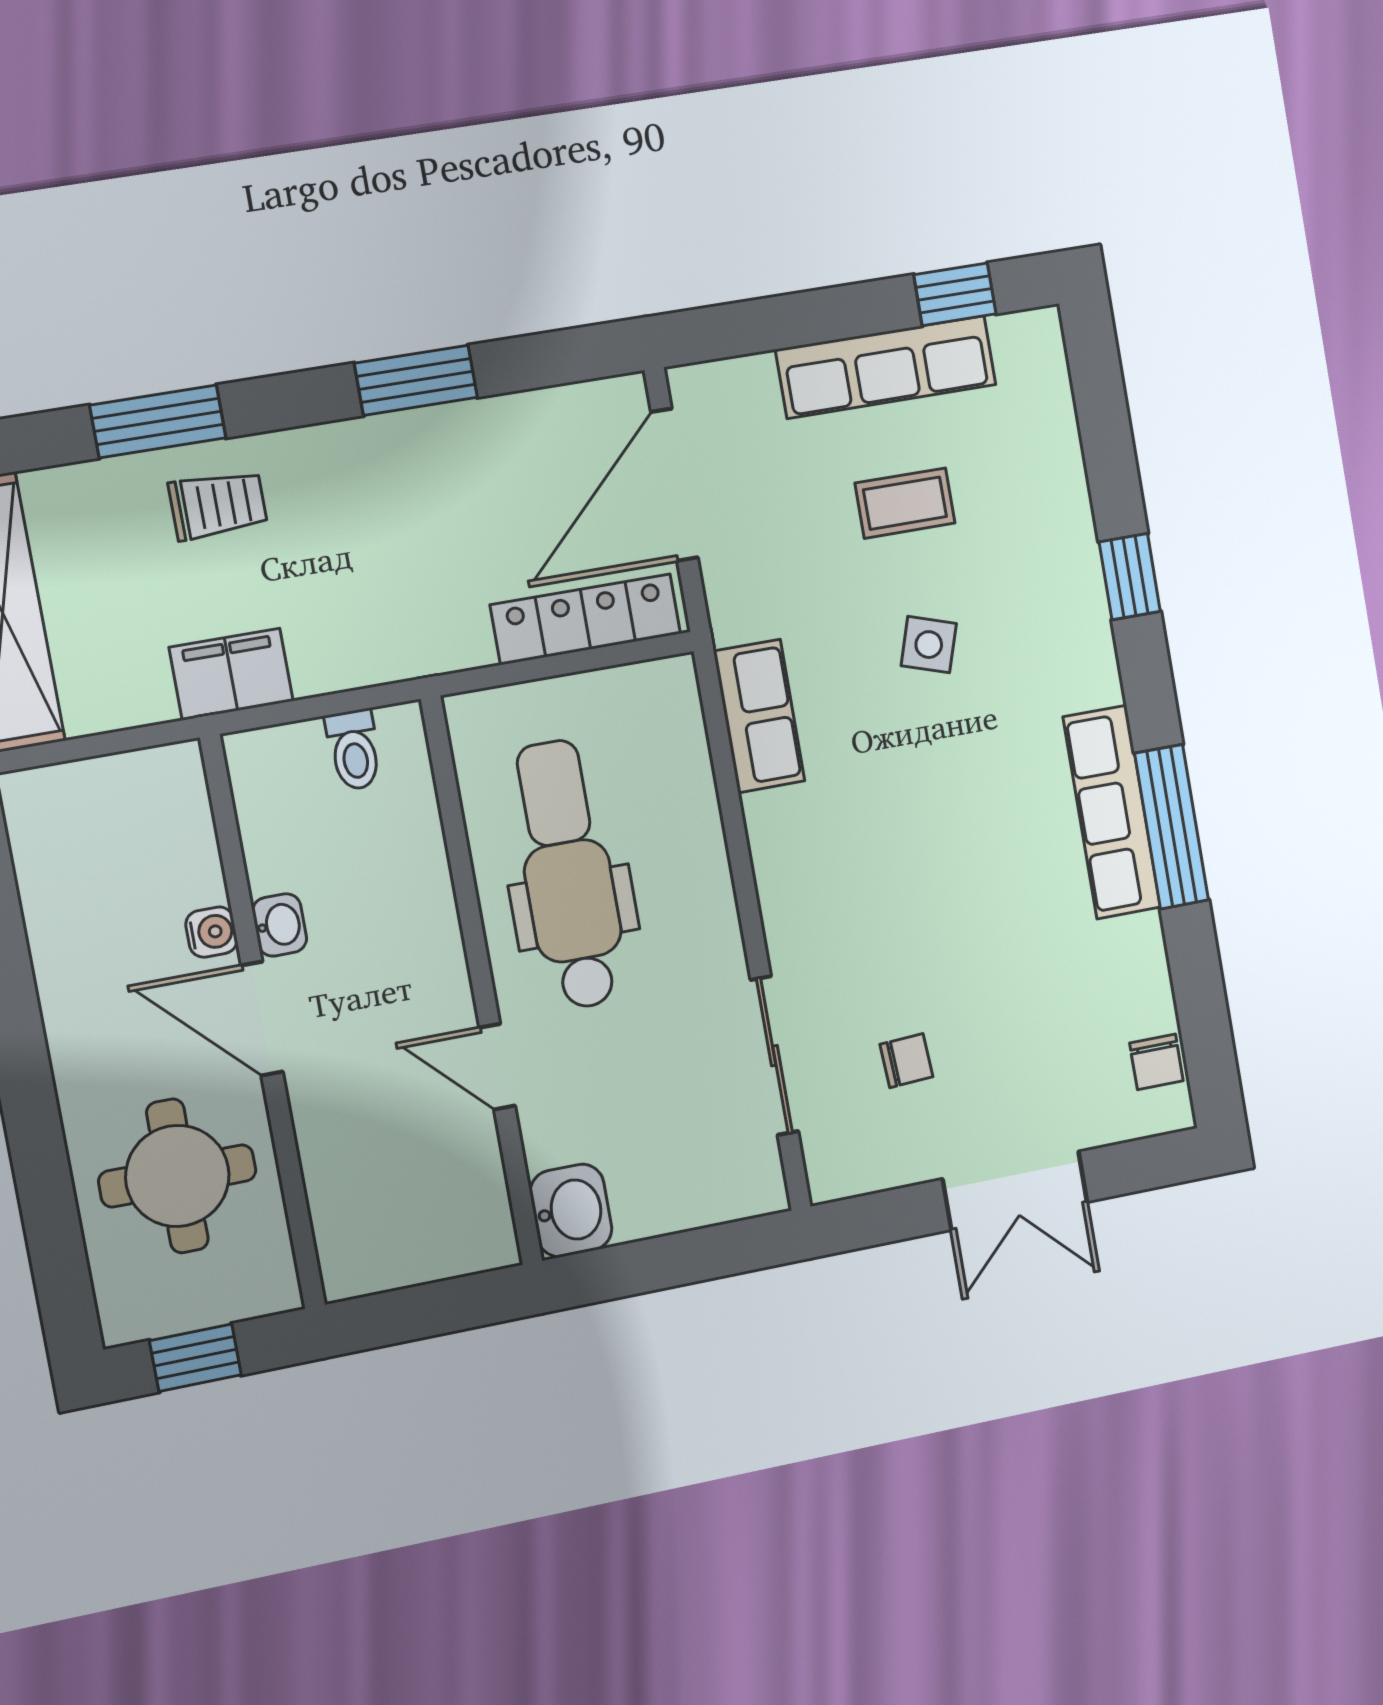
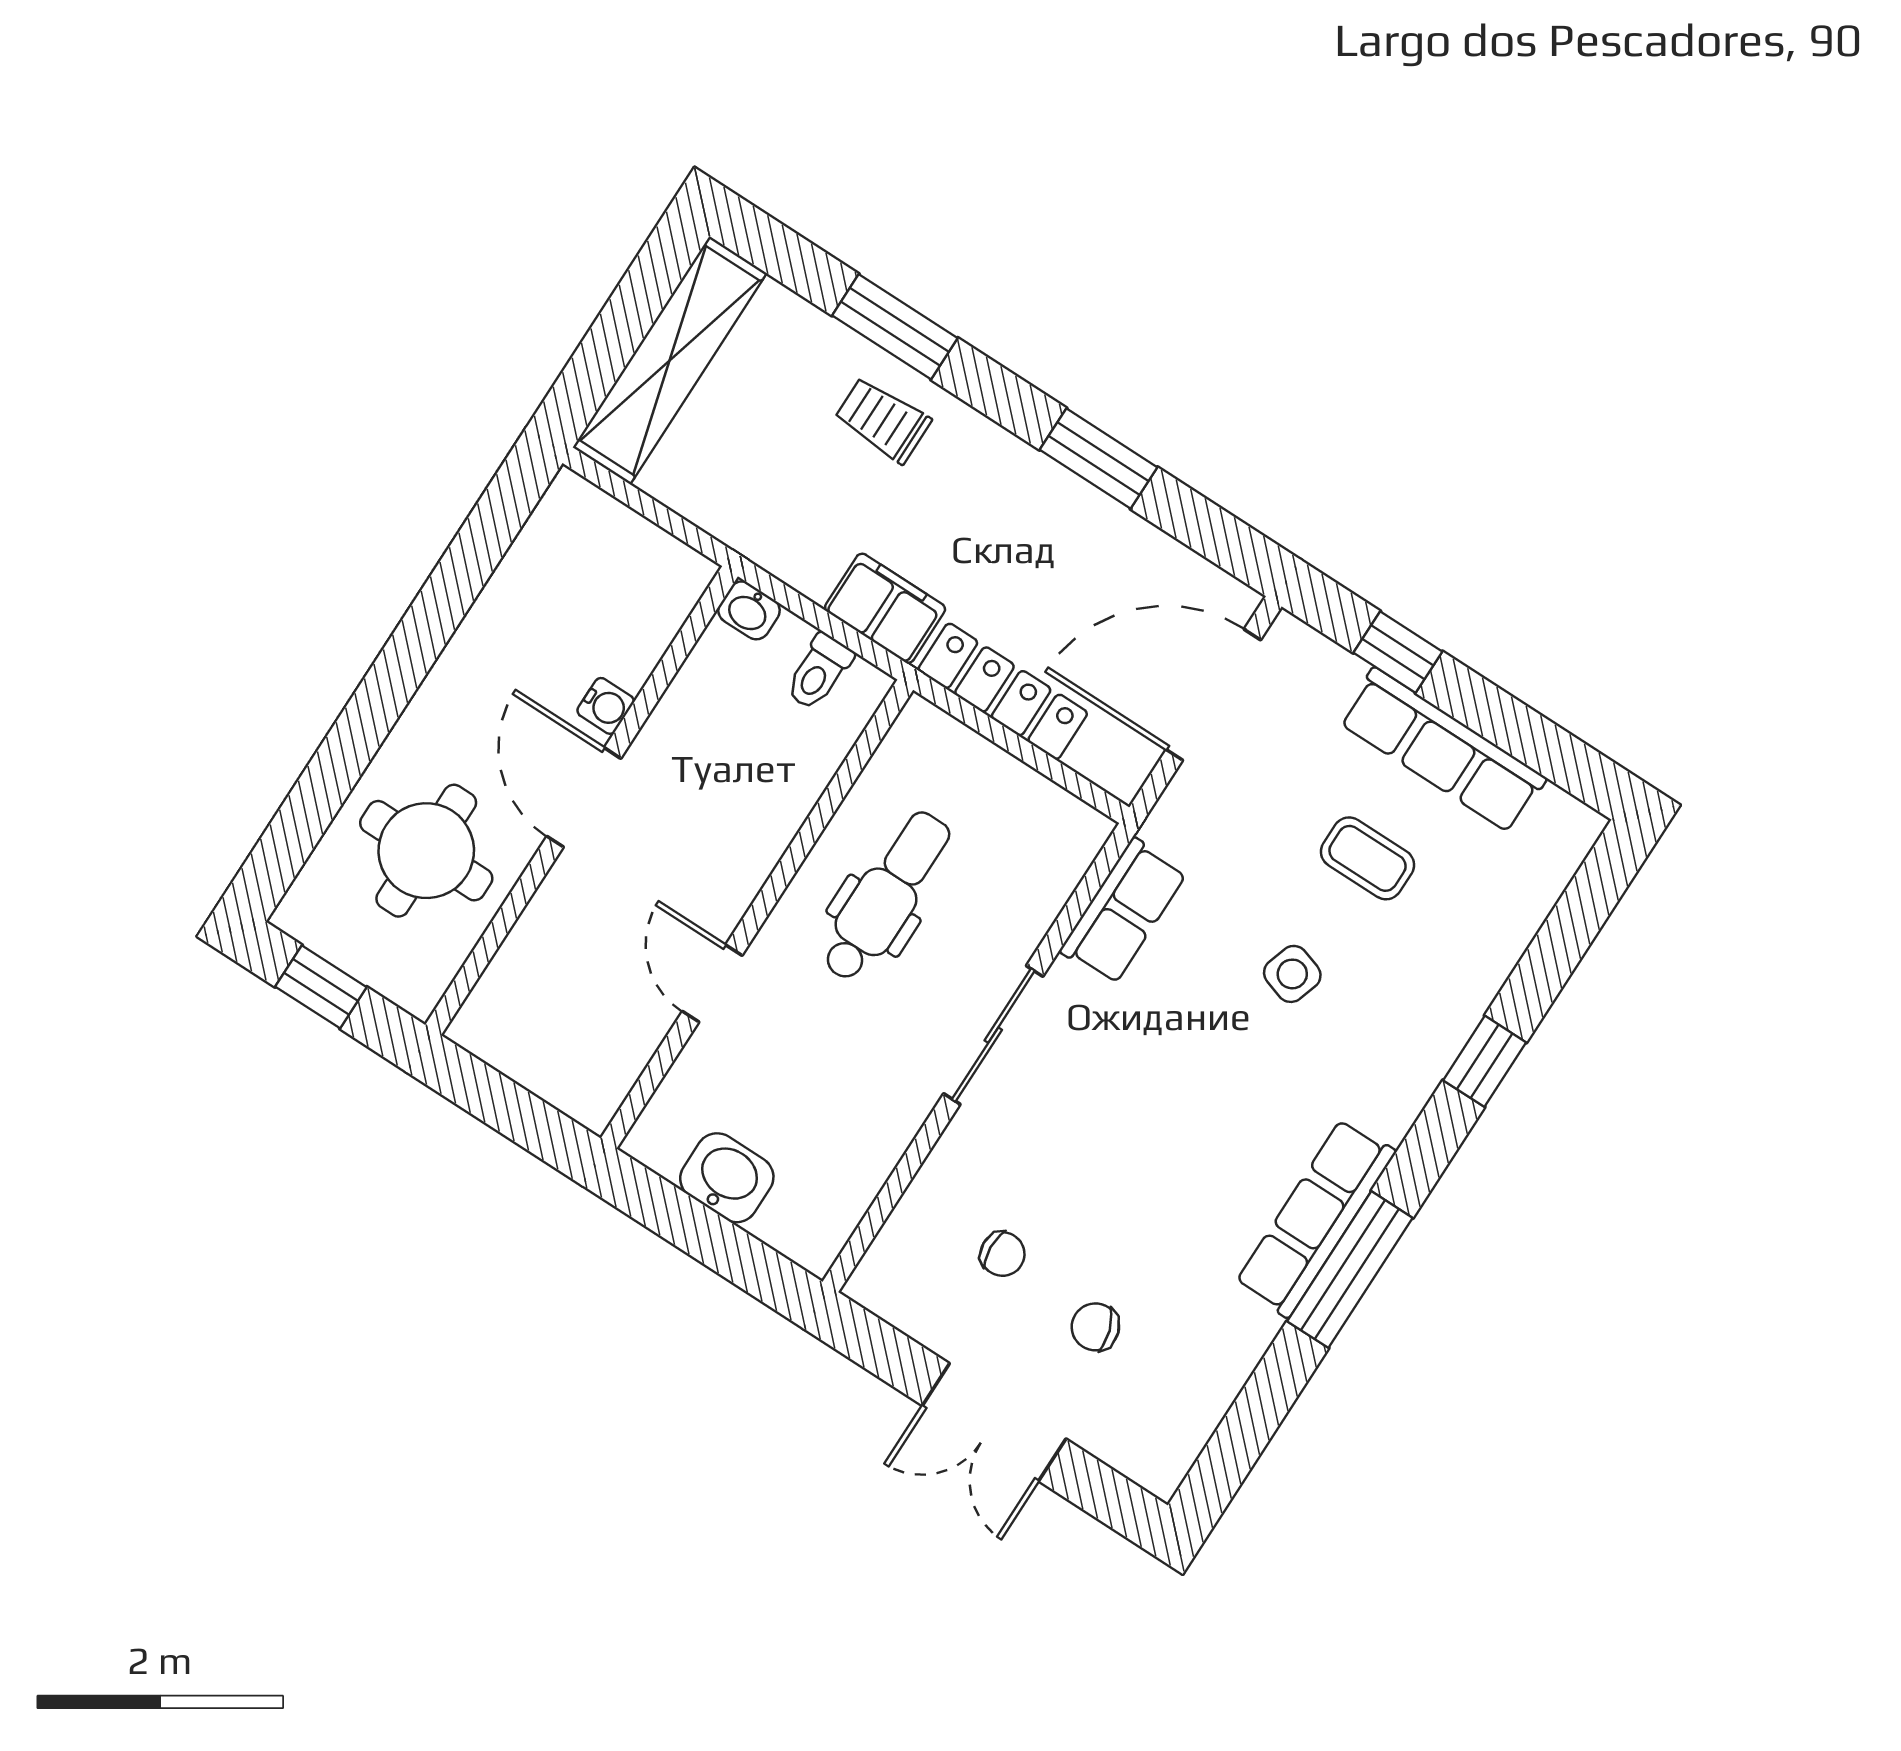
window: (955, 294) -> (1398, 652), moved
trolley: (218, 505) -> (883, 420), turned 180
locker: (586, 619) -> (1003, 691), moved
filing cabinet: (231, 674) -> (885, 608), moved
dental chair: (568, 875) -> (886, 896), width x0.73, depth x0.72
washbasin: (280, 925) -> (749, 610), moved, turned 90
sliding door: (774, 1056) -> (993, 1035), moved
chair: (1156, 1062) -> (1095, 1327), moved, turned 72
washbasin: (571, 1211) -> (727, 1178), moved, turned -90

